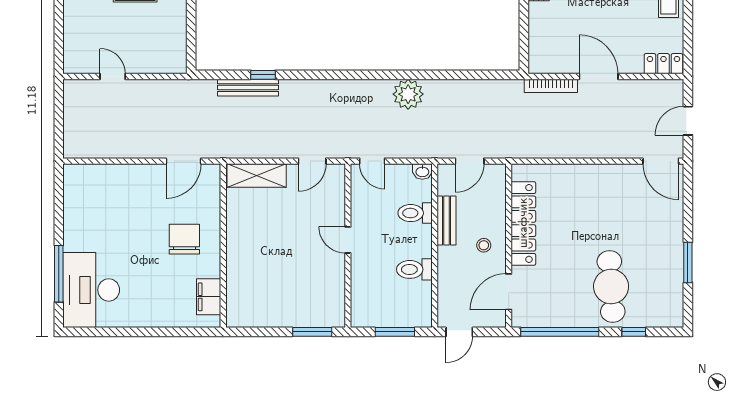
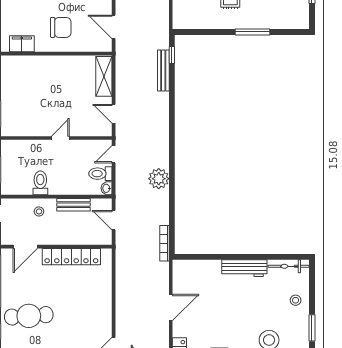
window: (263, 75) -> (172, 55), moved
bookcase: (551, 86) -> (164, 243), moved
toilet: (415, 213) -> (100, 174), moved, turned -90
stool: (484, 245) -> (39, 211), moved
door: (509, 292) -> (25, 247), swing flipped

